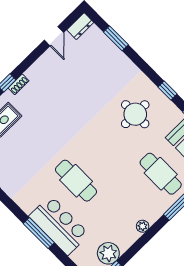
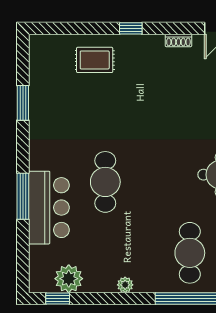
shoe rack: (19, 84) -> (178, 40), moved

